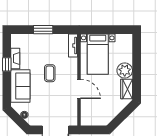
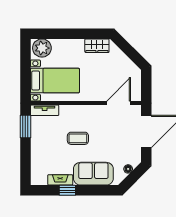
window: (43, 30) -> (25, 126), moved
plant: (125, 71) -> (42, 48), moved
door: (79, 89) -> (119, 103), moved

